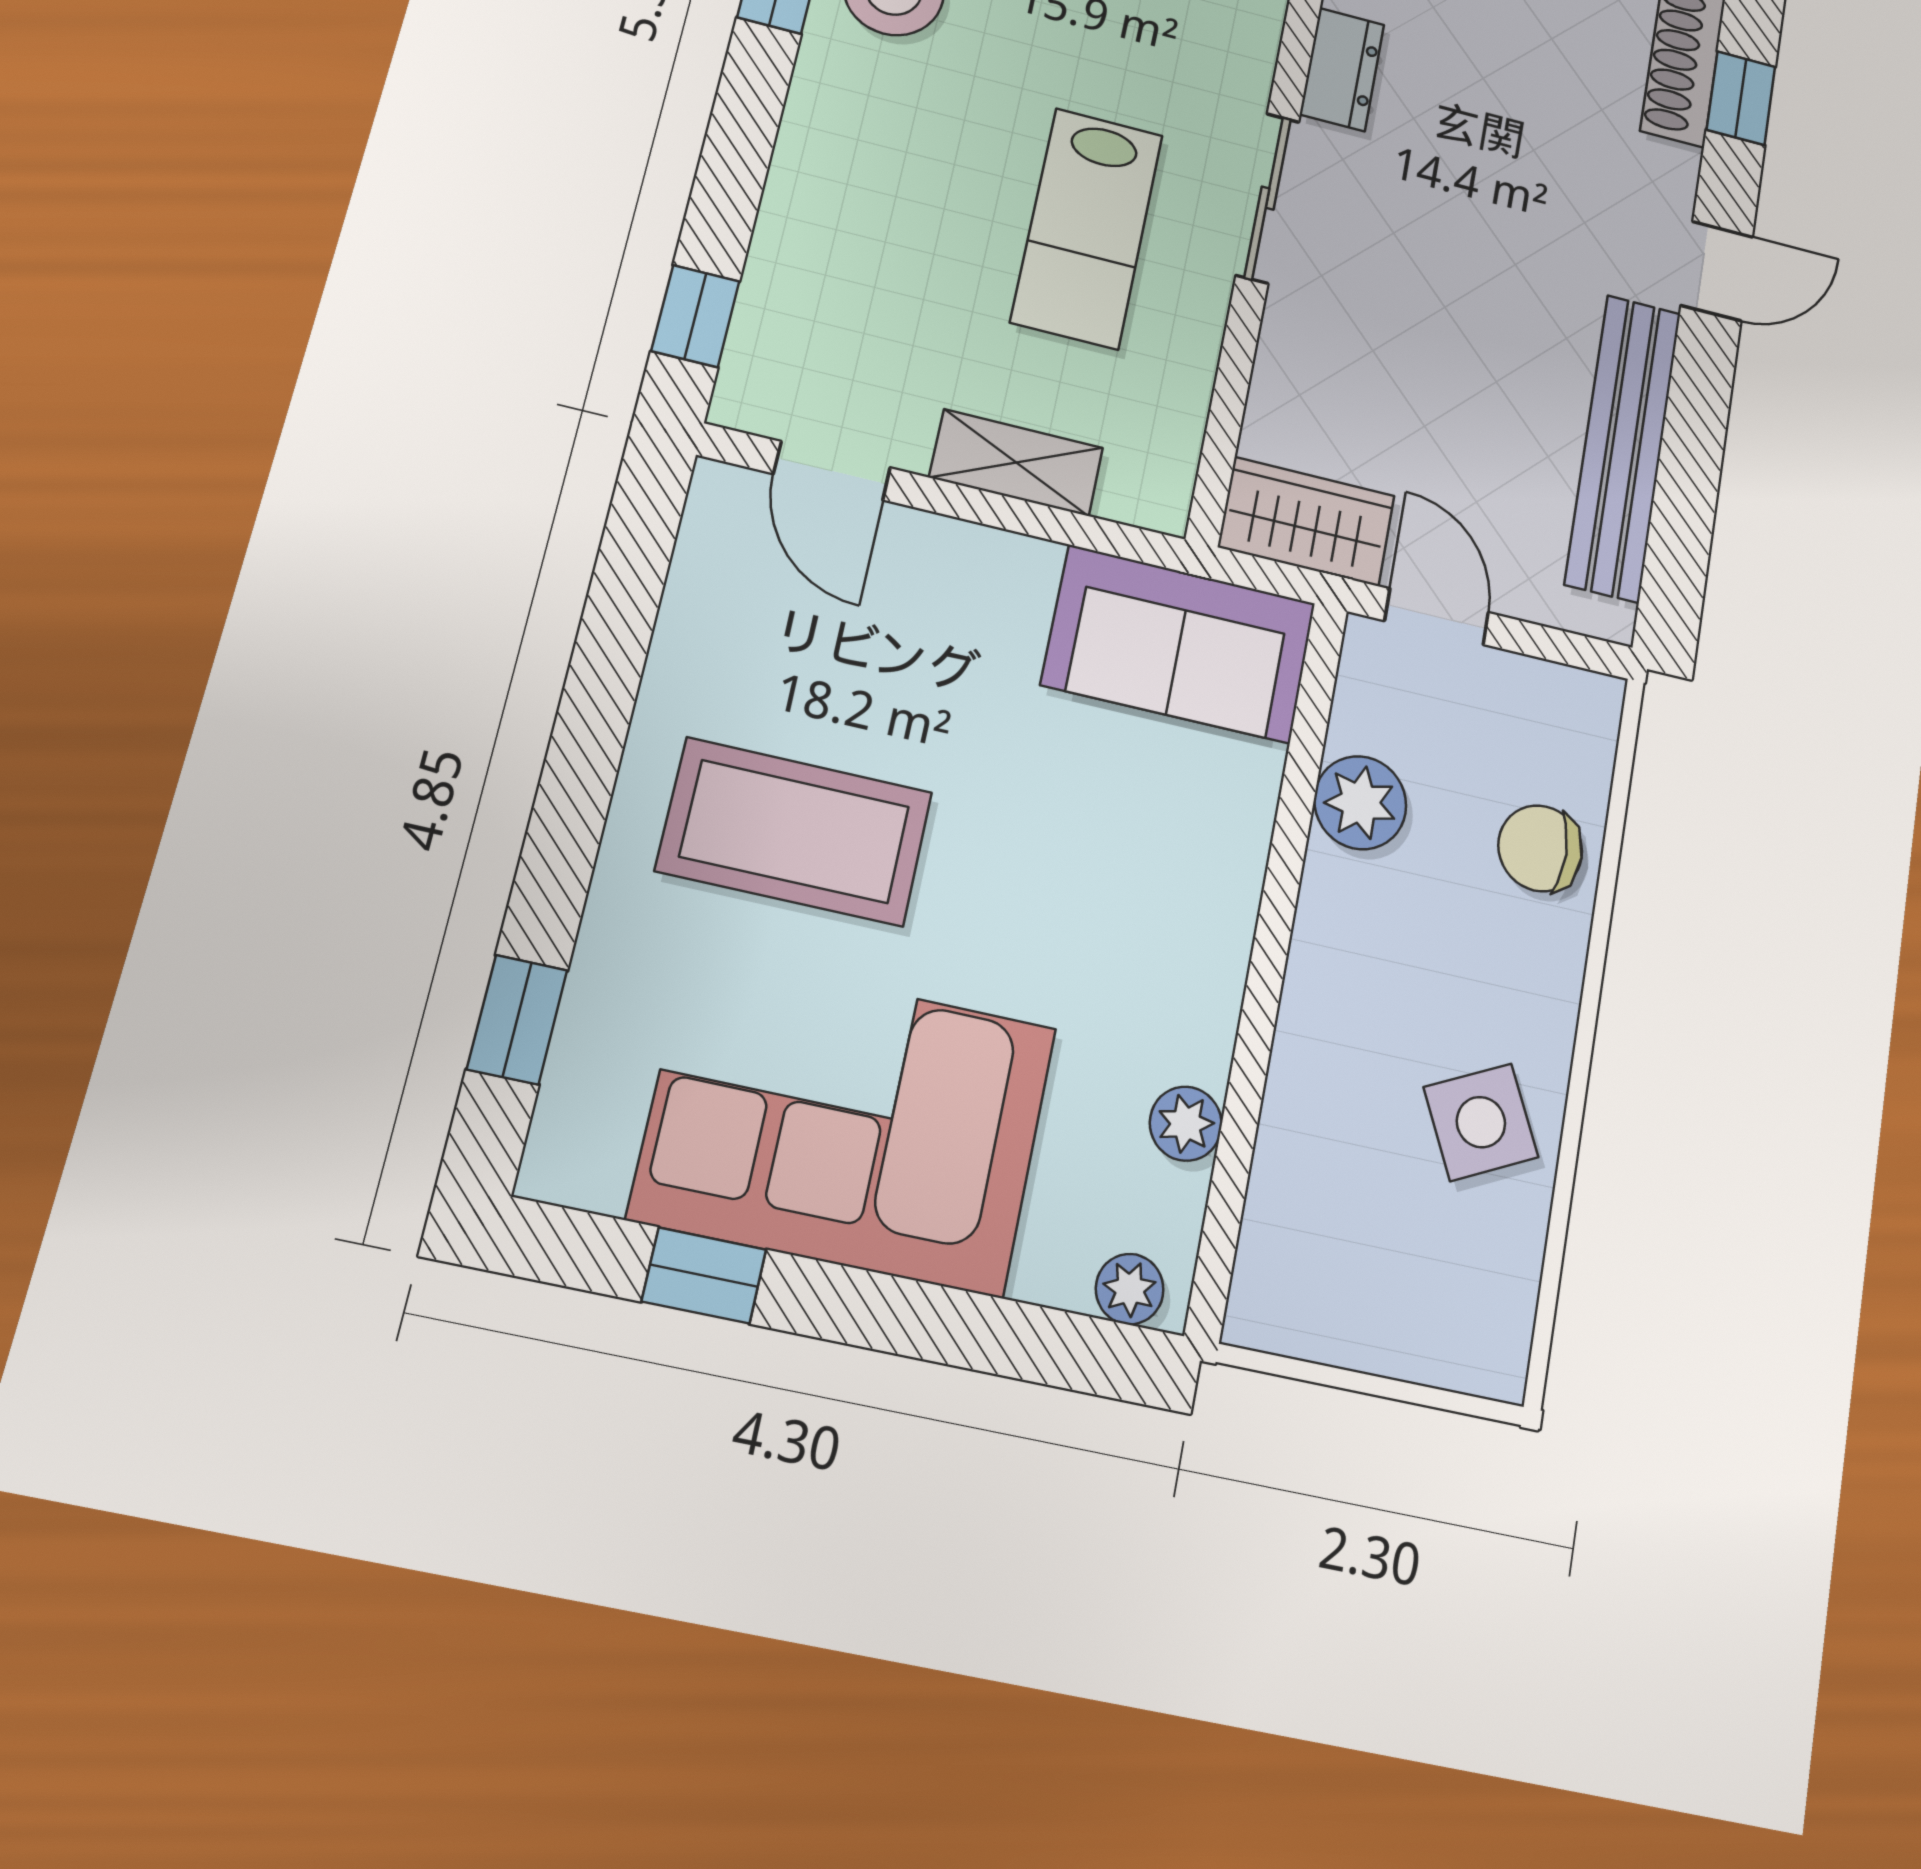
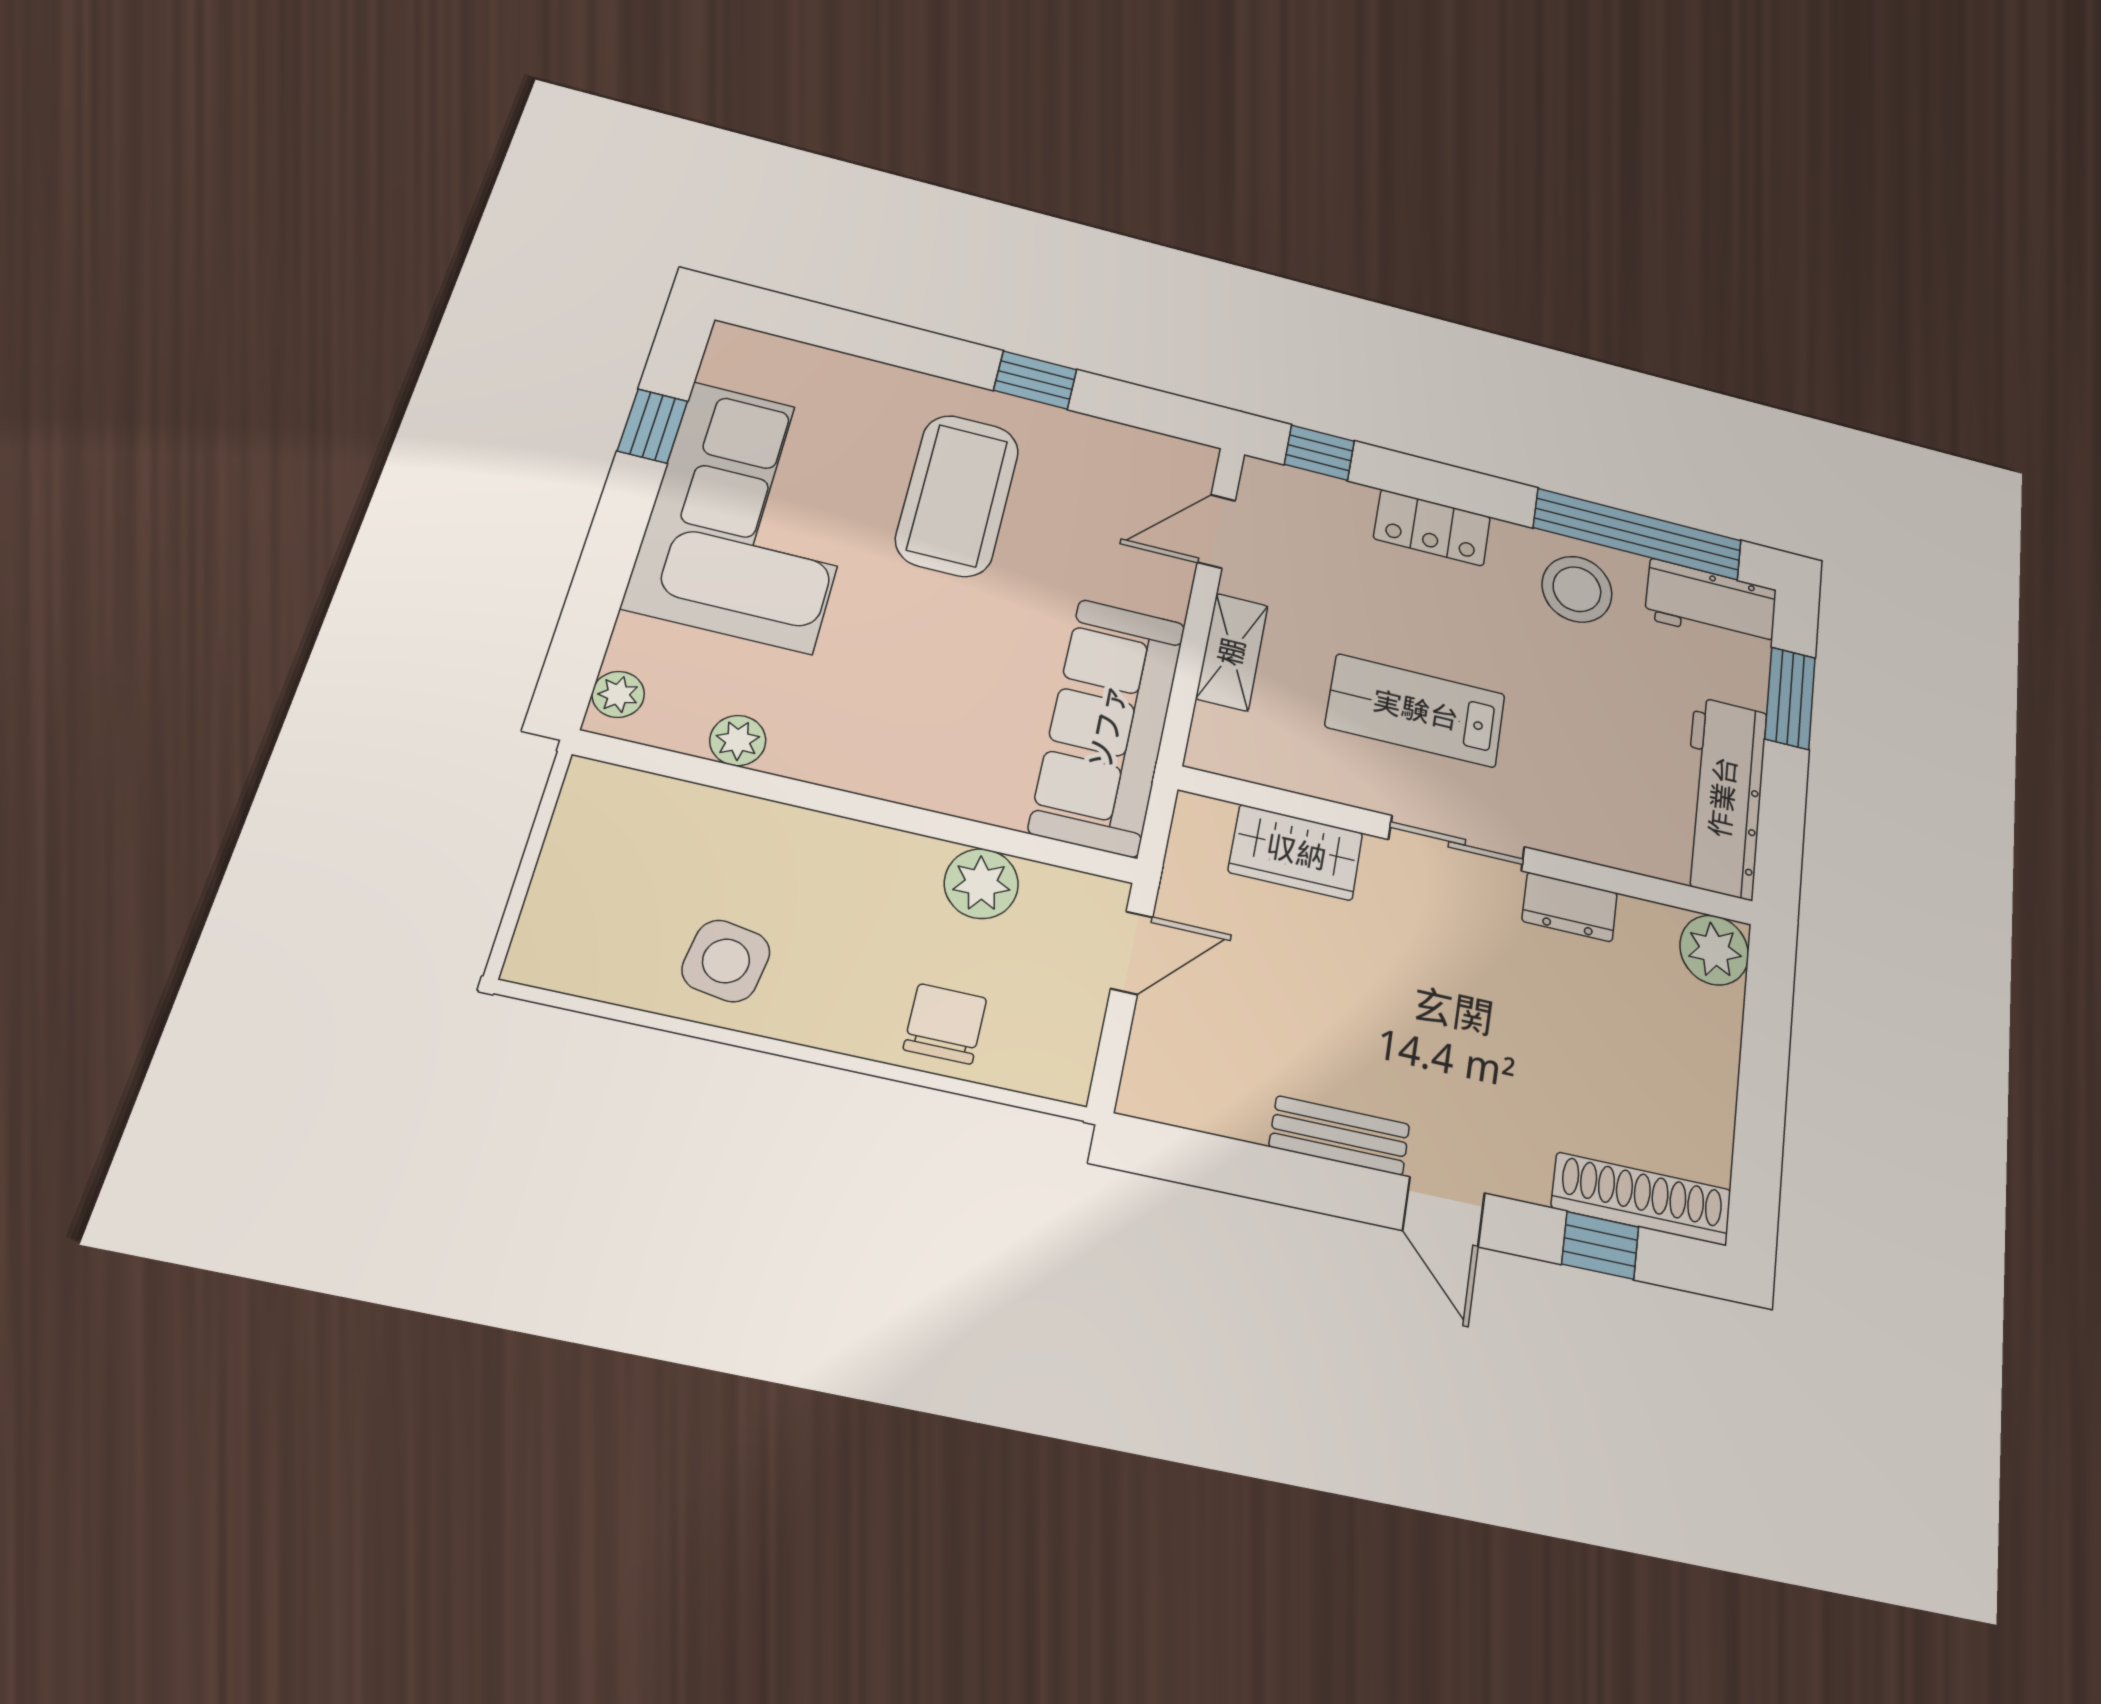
locker: (809, 172) -> (1432, 528), added
bench: (1623, 447) -> (1340, 1135), width x0.54, depth x0.82
wardrobe: (1306, 521) -> (1296, 852), moved, turned 90
sofa: (1179, 644) -> (1108, 726), width x1.36
window: (517, 1020) -> (1035, 380), moved
side table: (1481, 1122) -> (726, 961), turned 35

